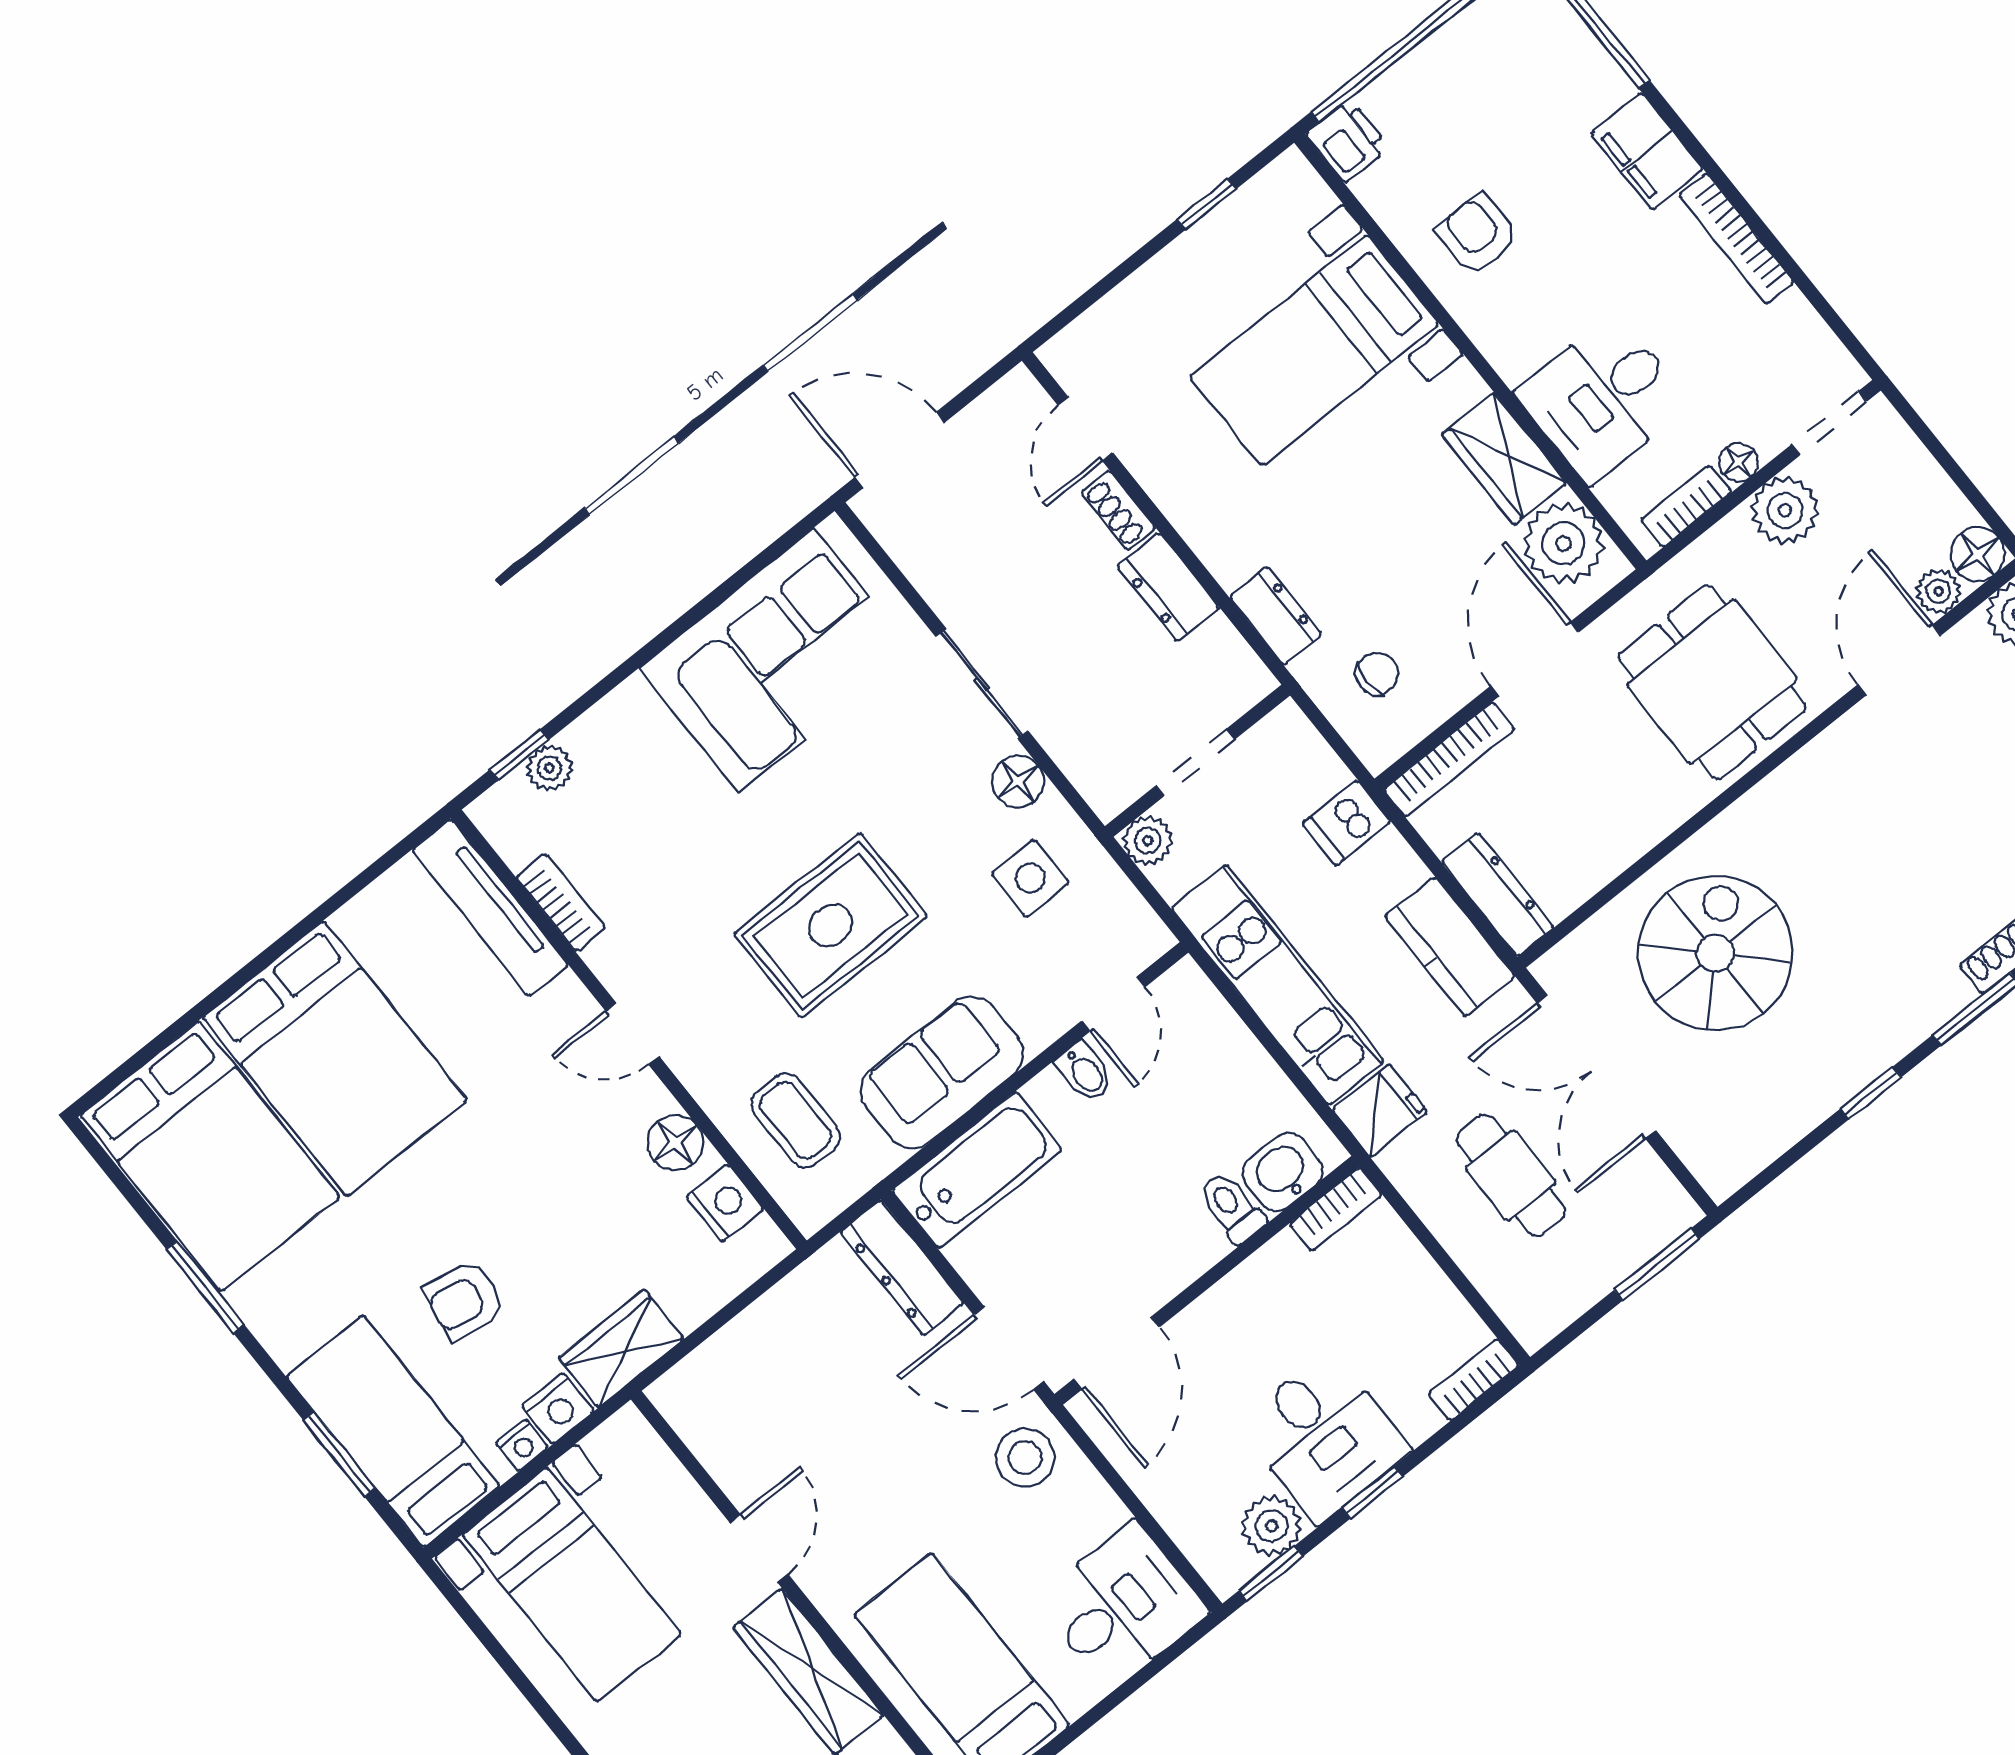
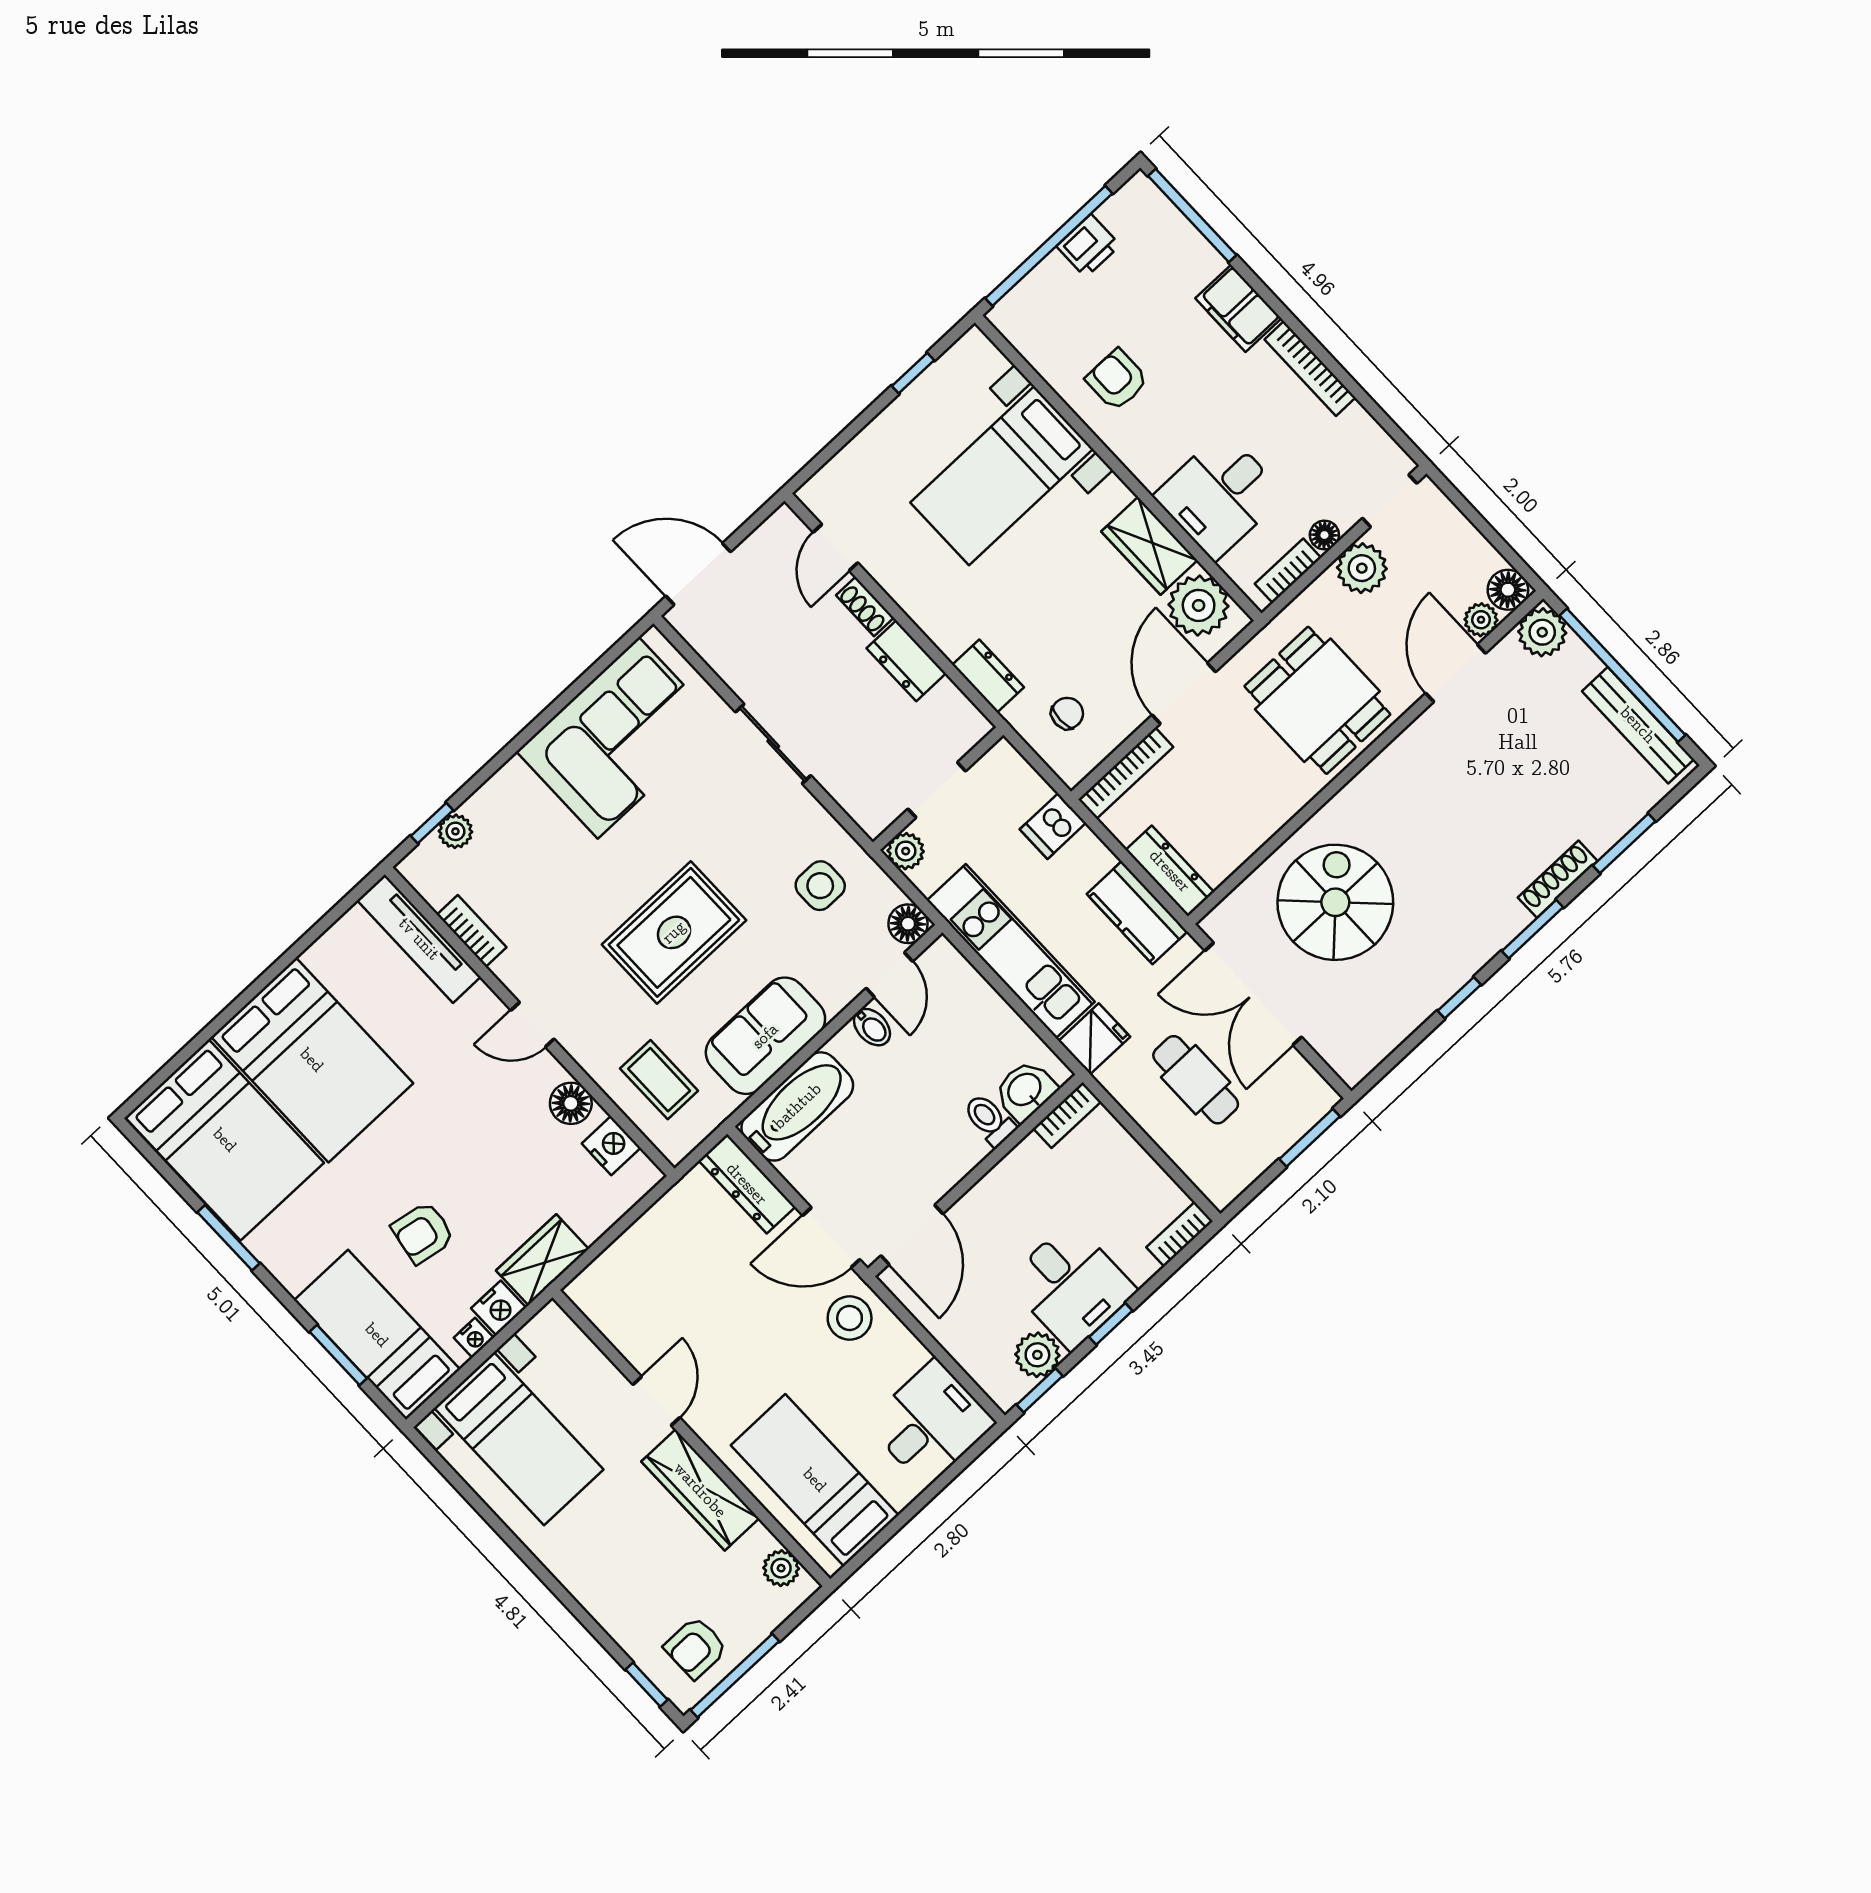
printer: (1347, 141) -> (1088, 246), moved, turned 90
floor lamp: (1018, 781) -> (908, 924), moved

